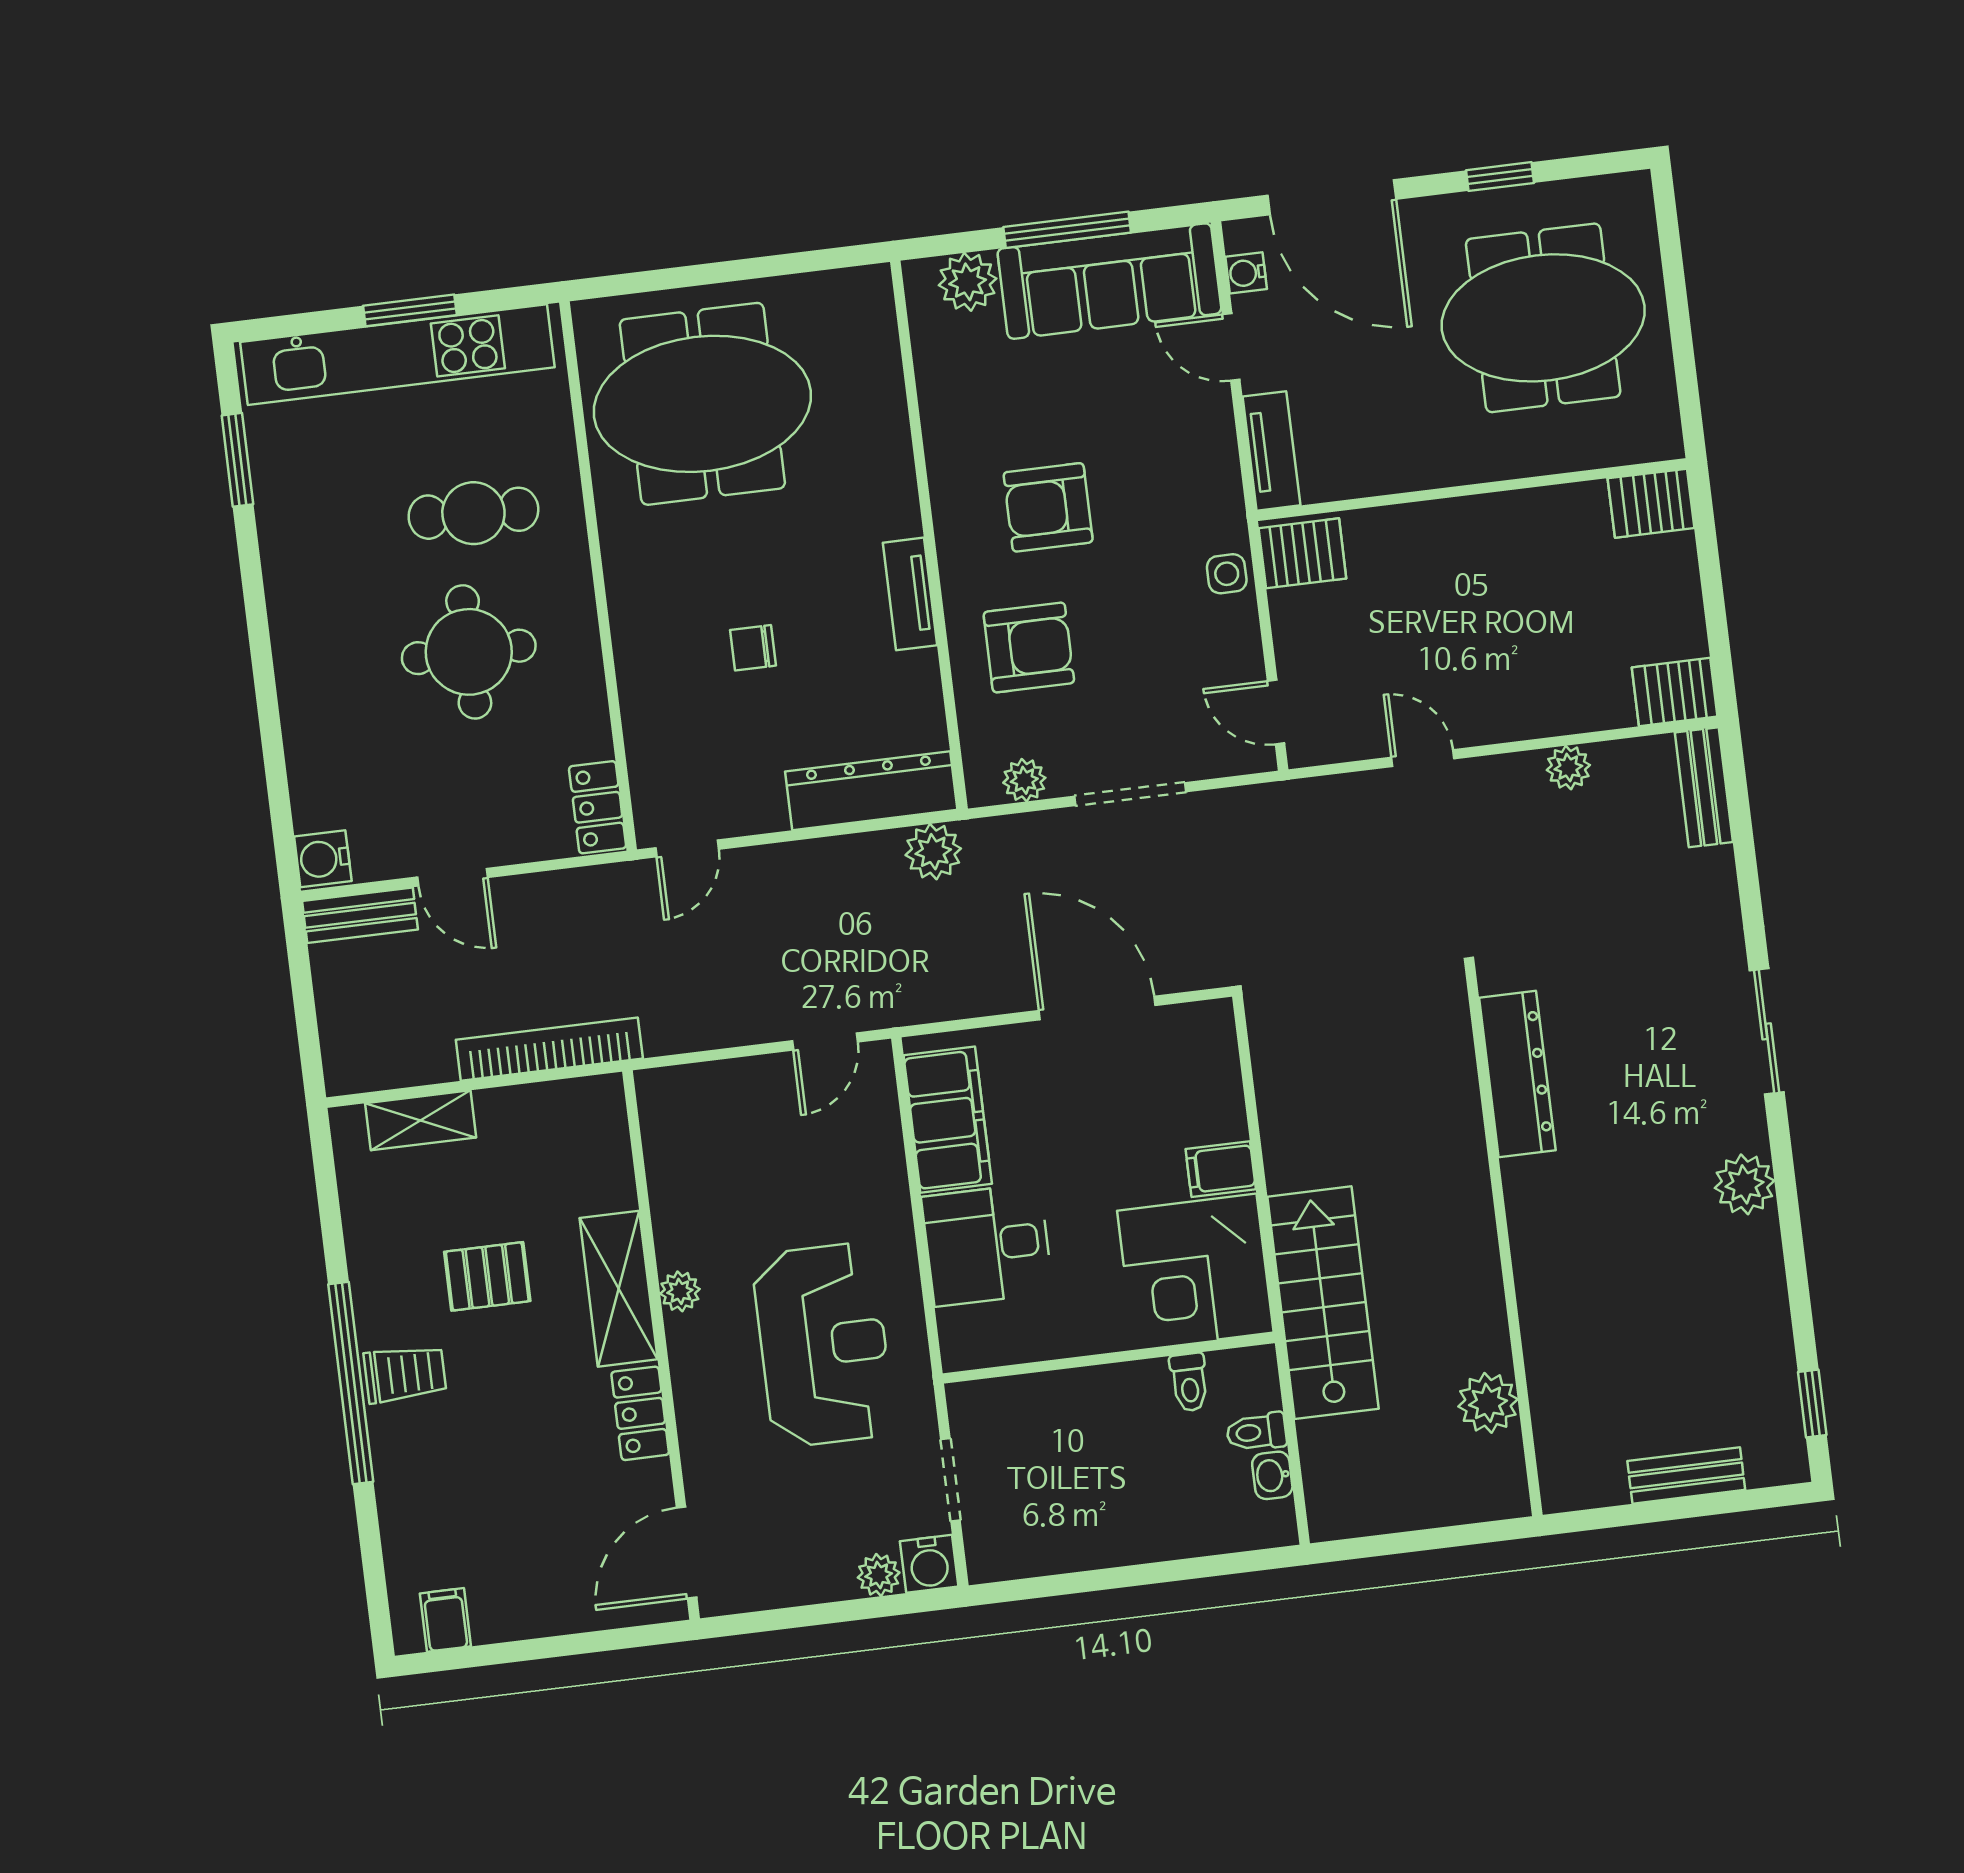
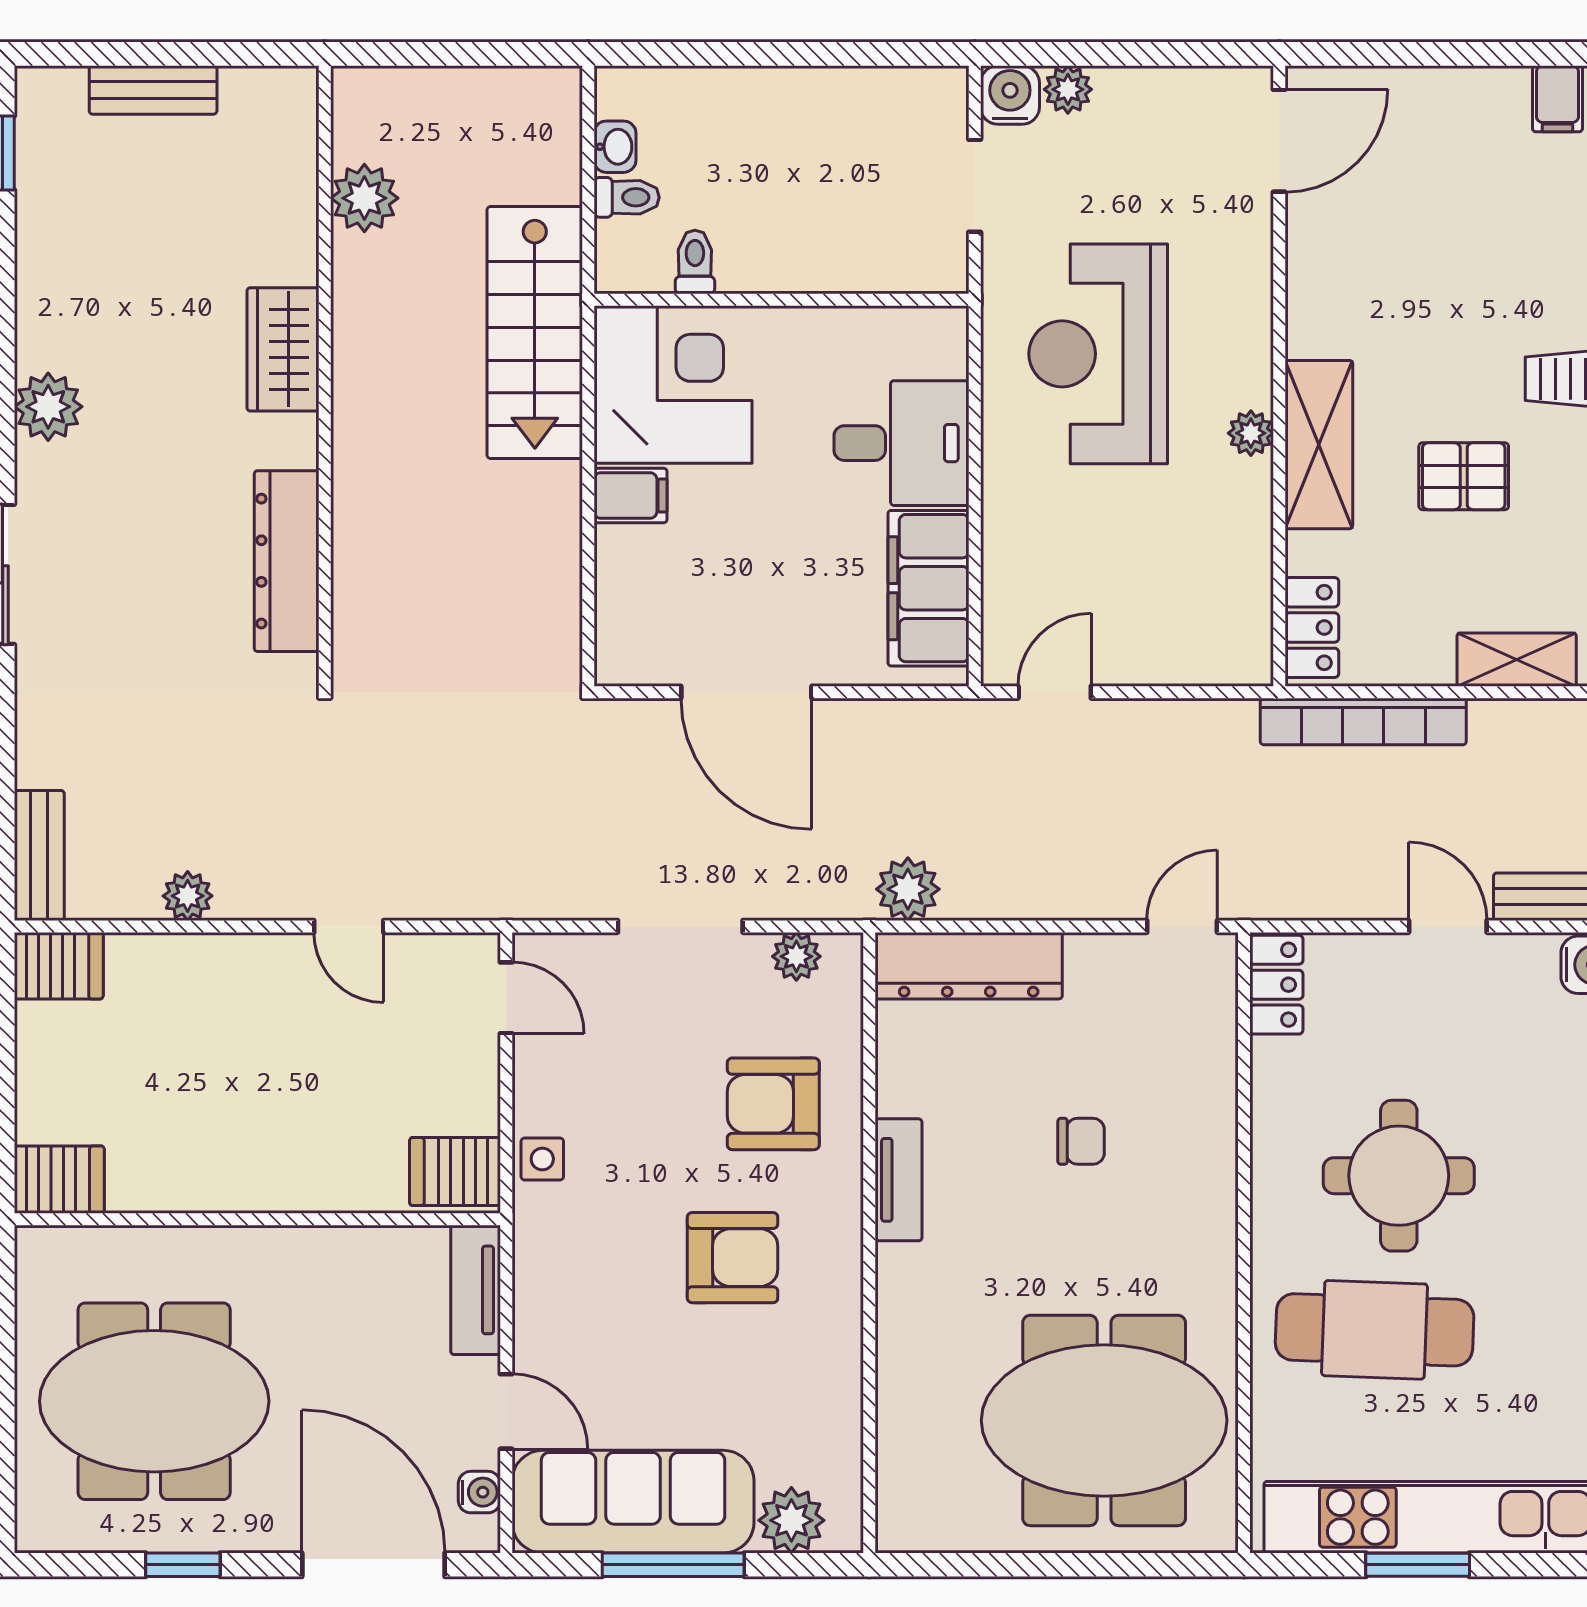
cafe table: (473, 513) -> (1375, 1330), width x1.37, depth x1.35
wardrobe: (1543, 1260) -> (283, 349), added
locker: (640, 1413) -> (1312, 628), moved

